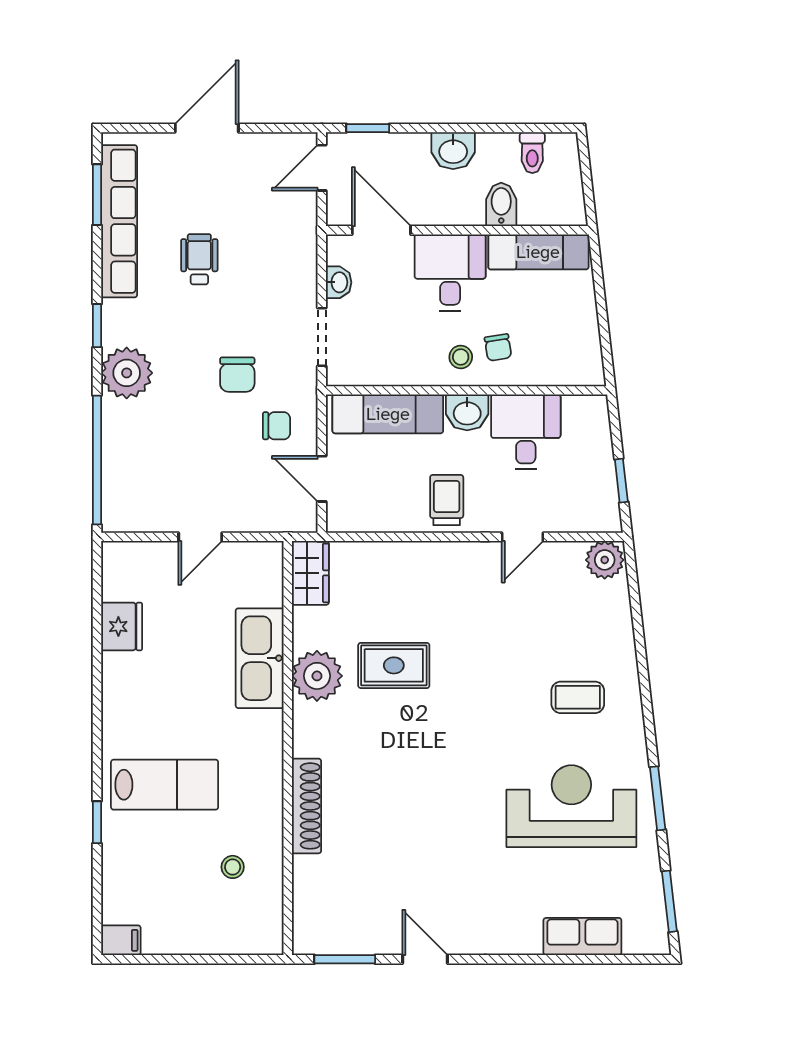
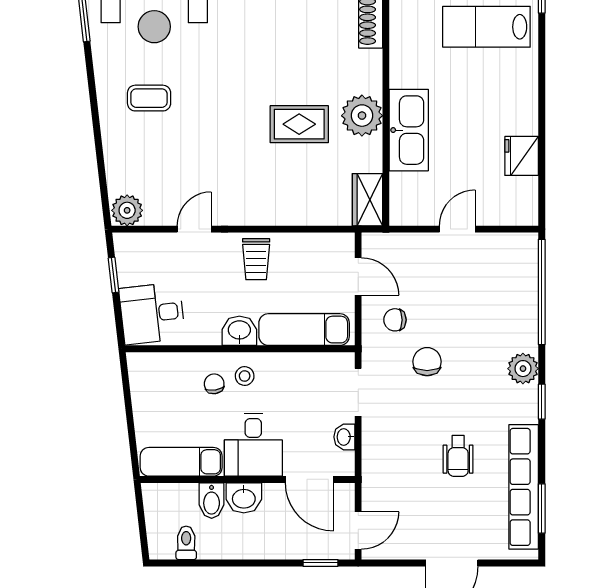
washbasin: (453, 151) -> (244, 498), moved, turned 180
plant: (127, 373) -> (523, 369), width x0.73, depth x0.73
desk: (526, 432) -> (152, 313), moved, turned 83

